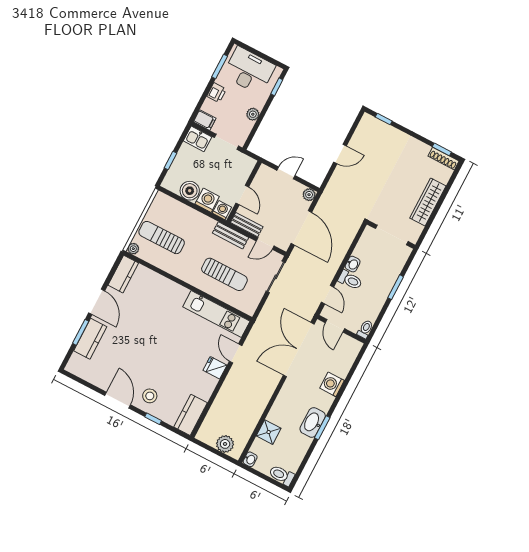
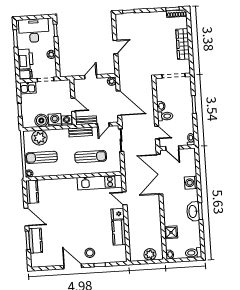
printer: (217, 93) -> (25, 59), width x1.87, depth x1.48
plant: (174, 211) -> (39, 138), added
kitchen counter: (191, 415) -> (119, 232), moved

